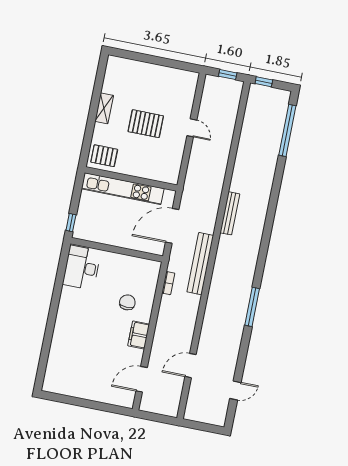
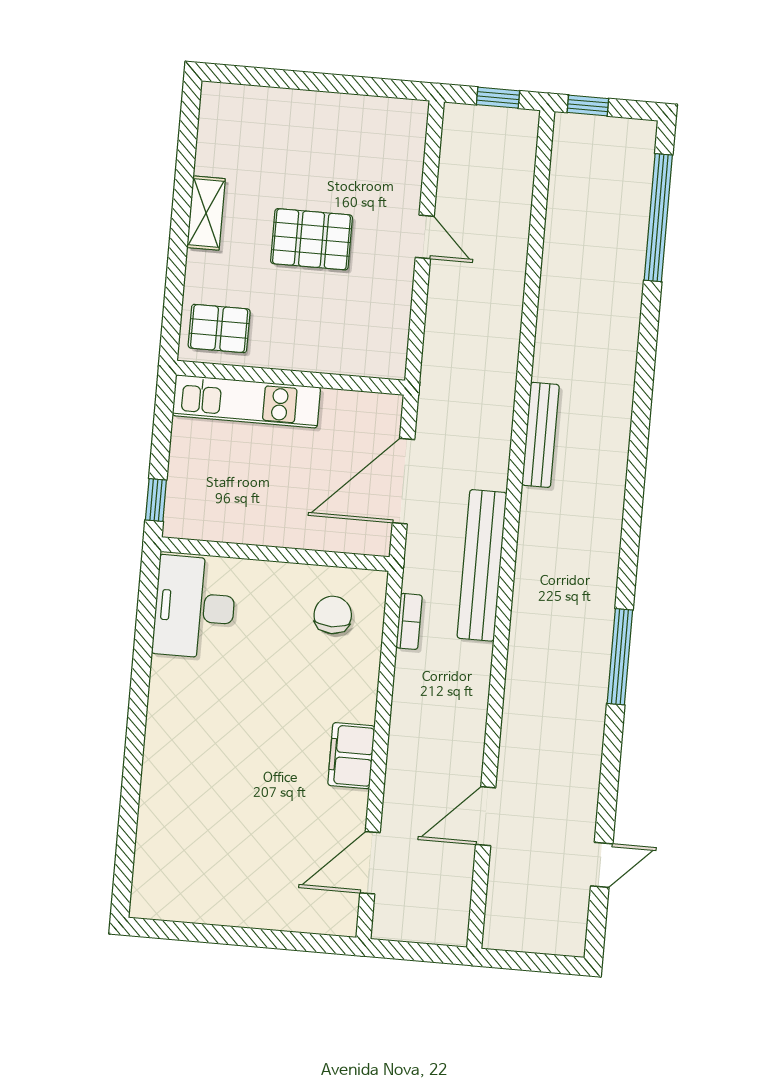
kitchen unit: (123, 189) -> (246, 401), width x0.73
chair: (127, 302) -> (333, 615), moved

